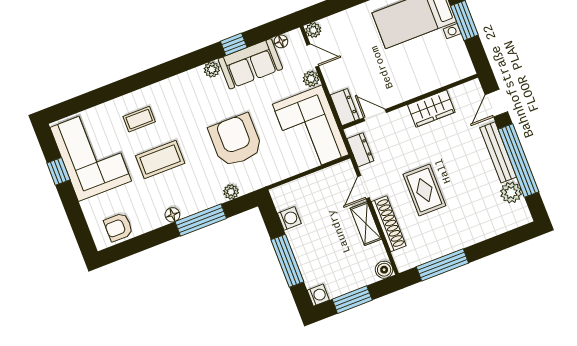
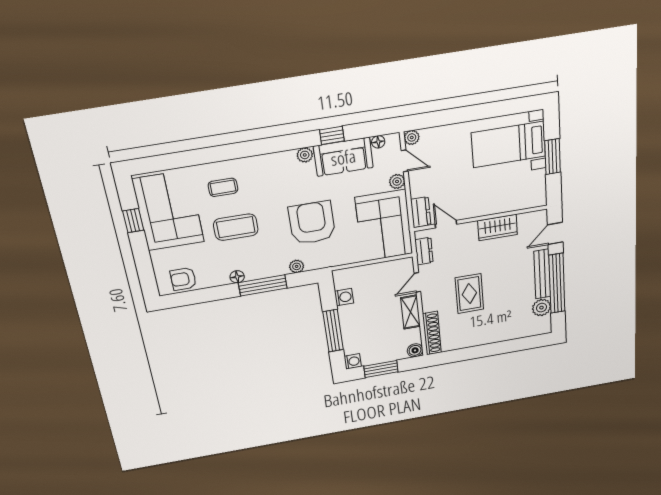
shoe rack: (389, 224) -> (432, 333), moved
window: (442, 265) -> (465, 354), removed

